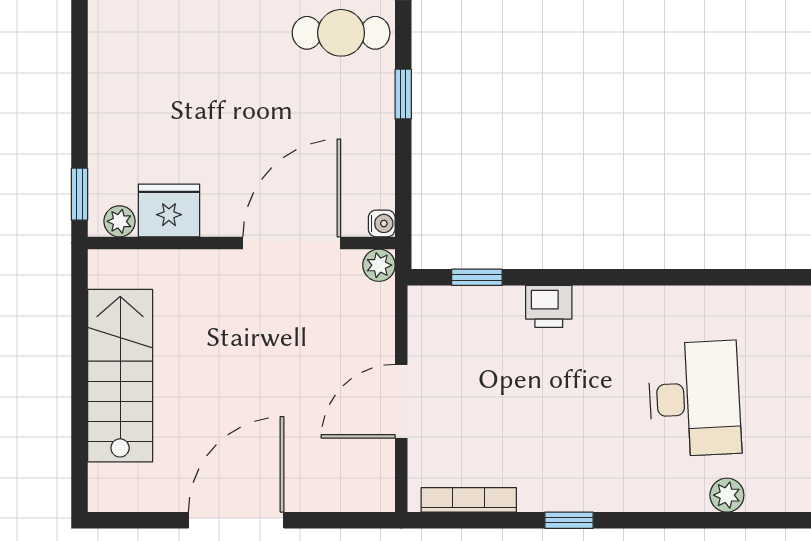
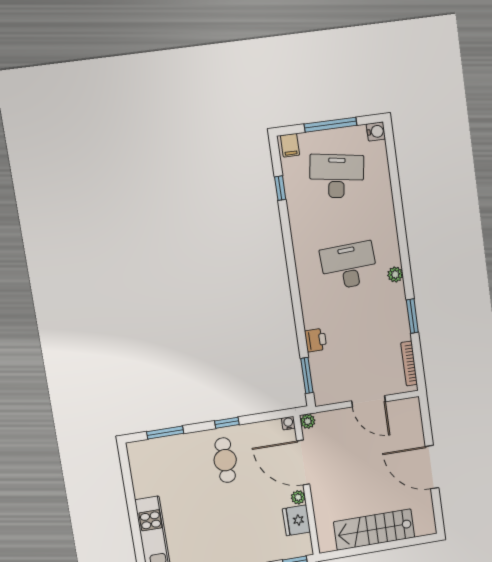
cafe table: (341, 33) -> (225, 460), moved
plant: (120, 221) -> (298, 497), moved
window: (477, 277) -> (307, 375), width x1.50
plant: (727, 495) -> (395, 274), moved
window: (569, 520) -> (412, 316), width x1.50

